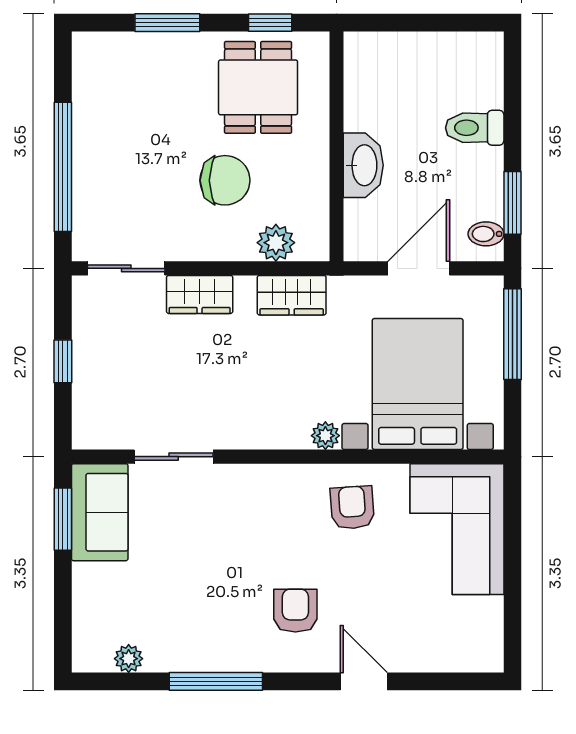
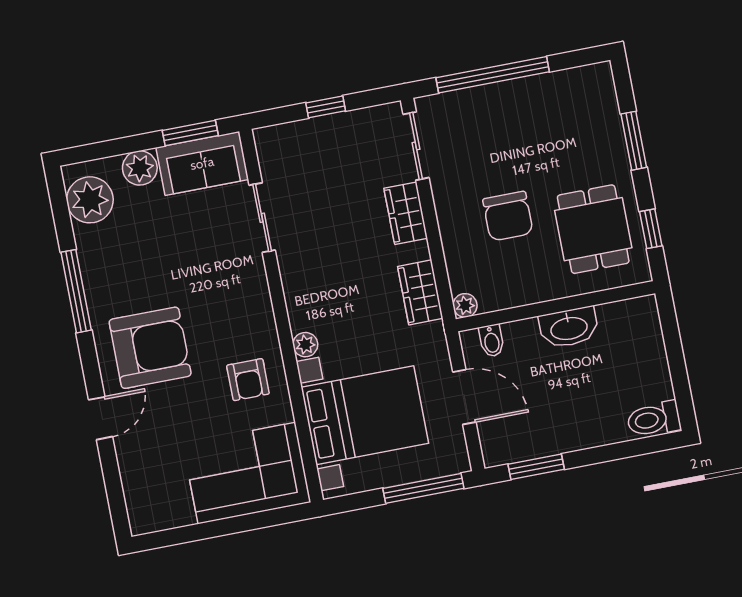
dining table: (258, 87) -> (593, 229), turned 90
toilet: (475, 128) -> (654, 419), moved, turned -90
washbasin: (363, 165) -> (569, 328), moved
bidet: (486, 234) -> (491, 341), moved, turned 180
plant: (276, 243) -> (465, 305), moved, width x0.73, depth x0.73
armchair: (352, 508) -> (248, 380), turned 94
plant: (91, 583) -> (140, 168), added
armchair: (295, 611) -> (150, 348), width x1.88, depth x1.88
plant: (129, 659) -> (90, 200), width x1.88, depth x1.88

